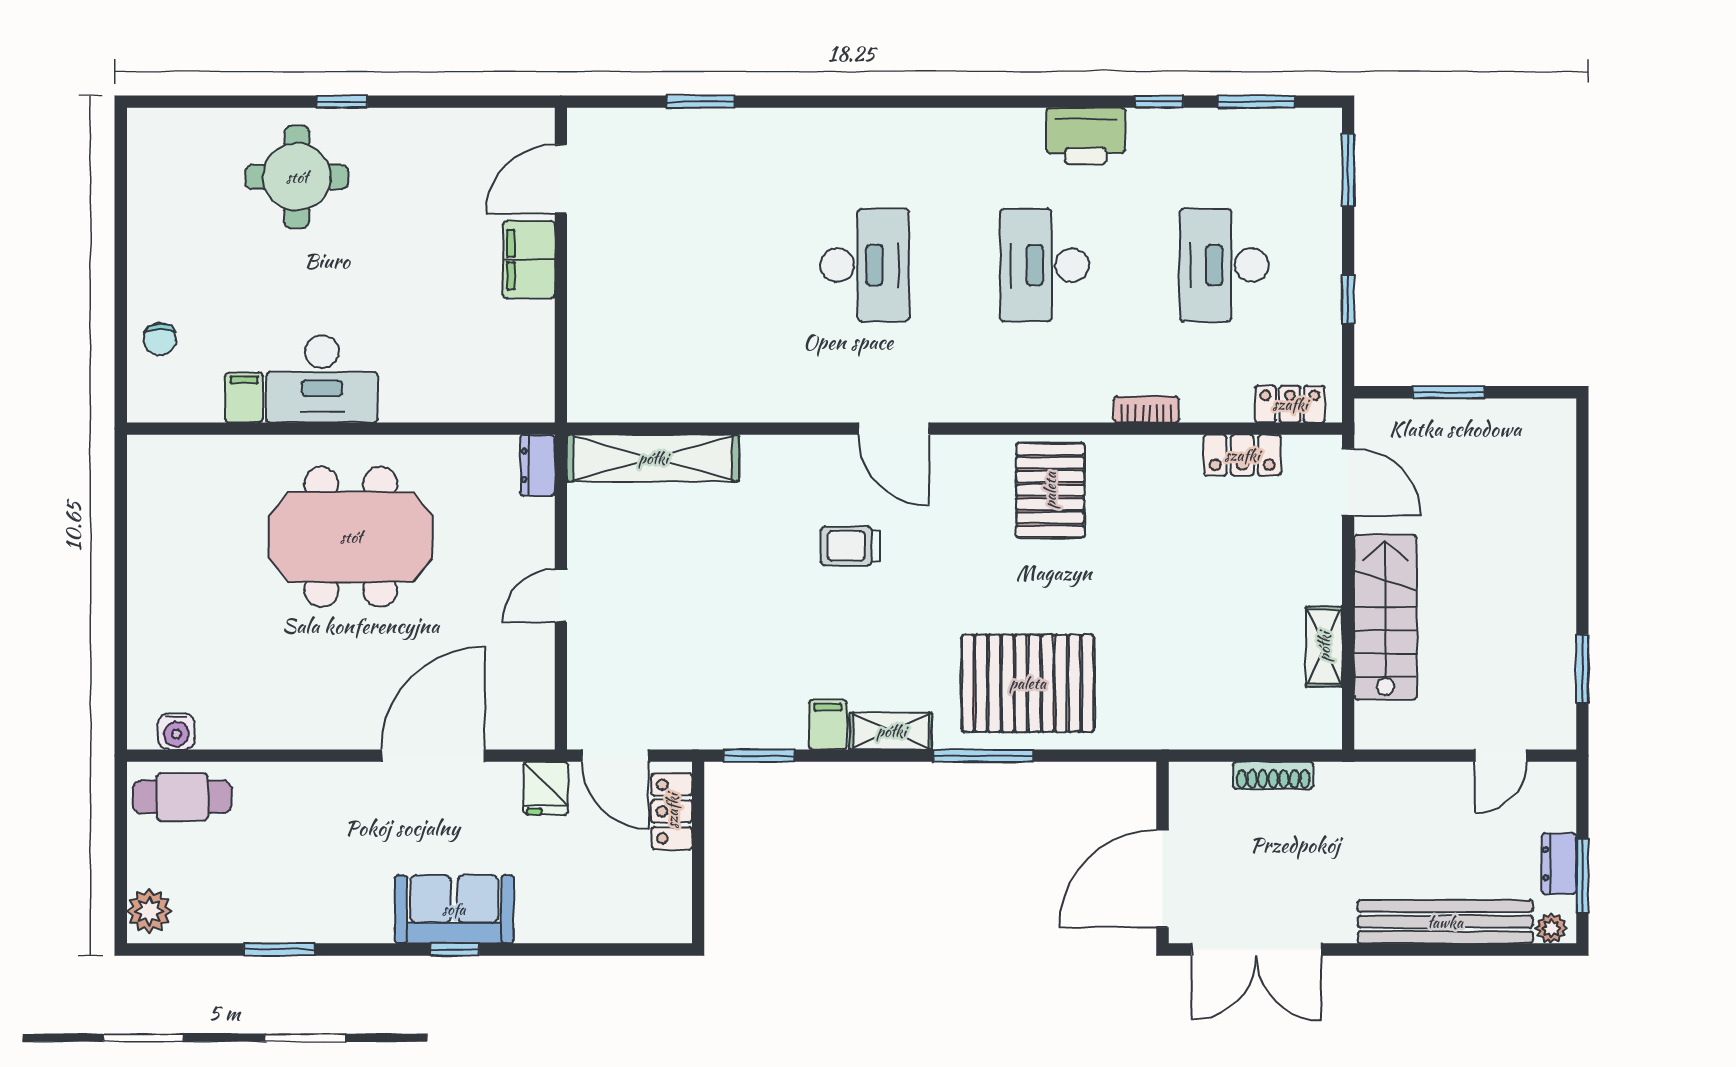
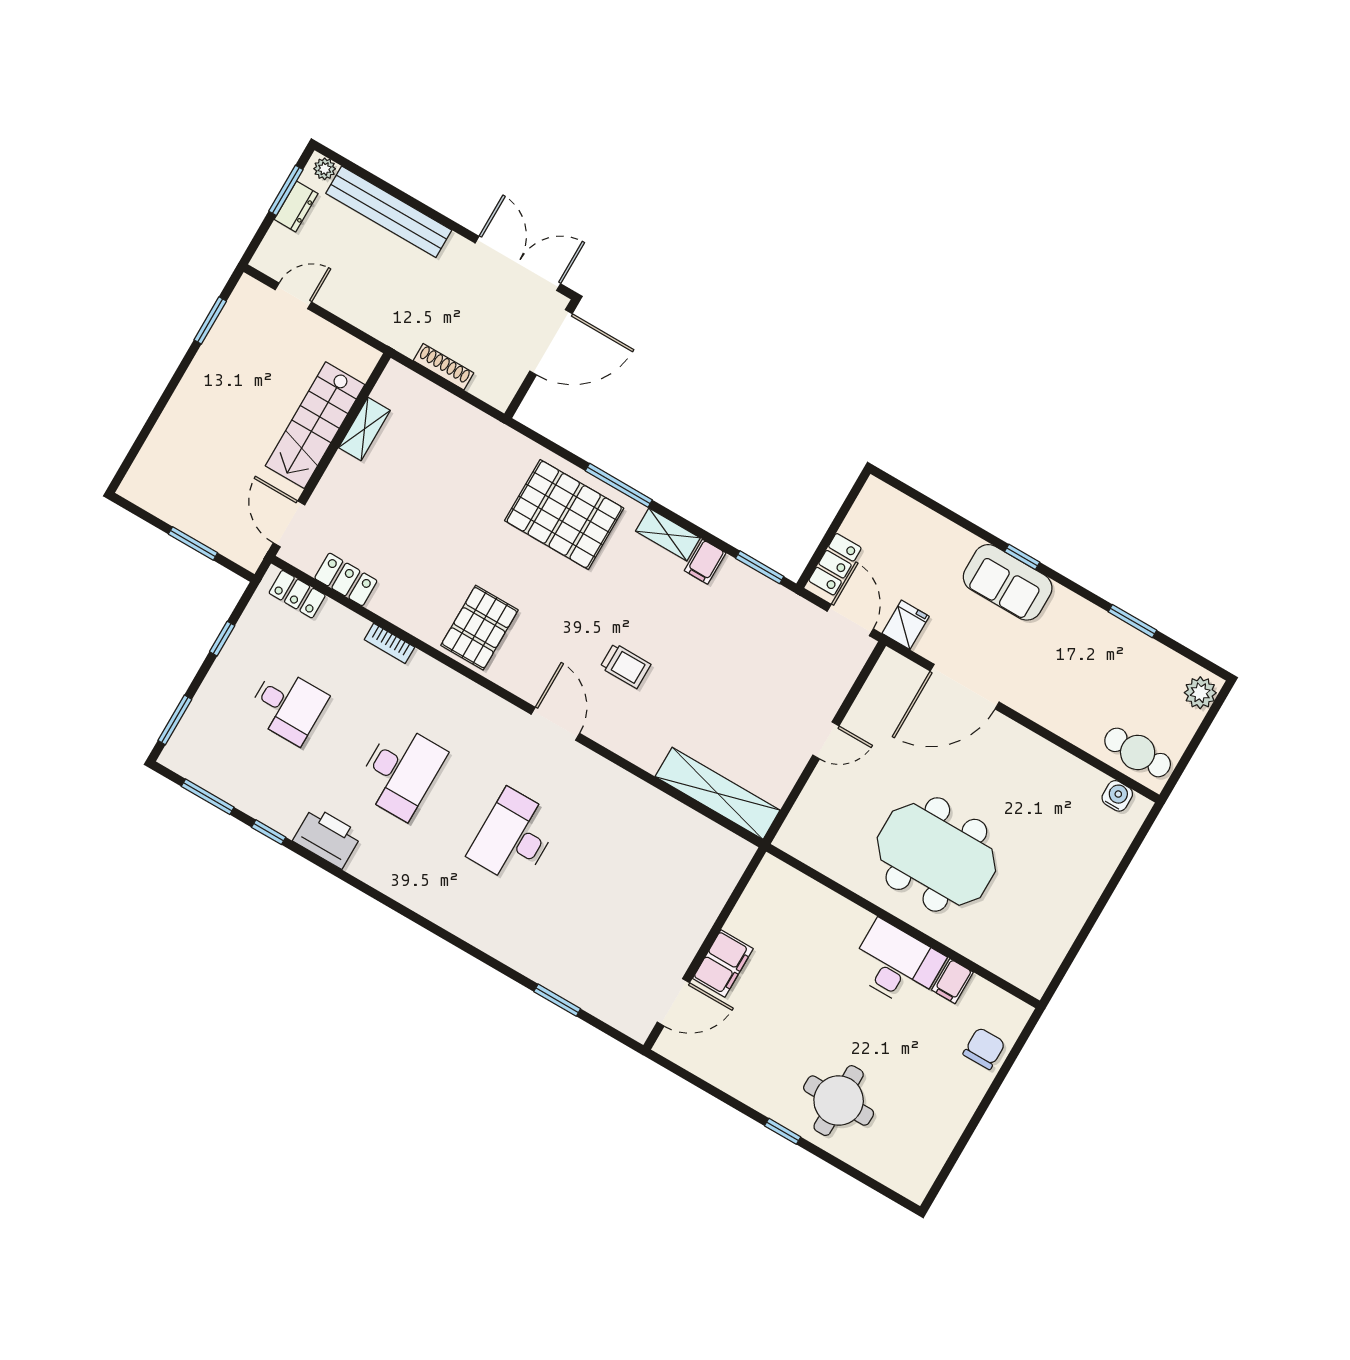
desk: (1224, 265) -> (288, 706), width x0.73
chair: (160, 339) -> (984, 1048), width x1.37, depth x1.37
dresser: (538, 465) -> (793, 831), removed

